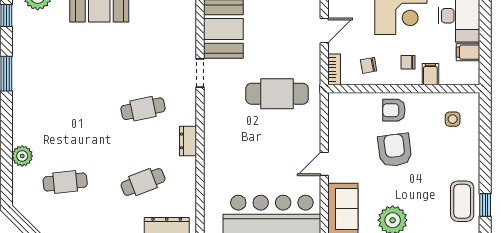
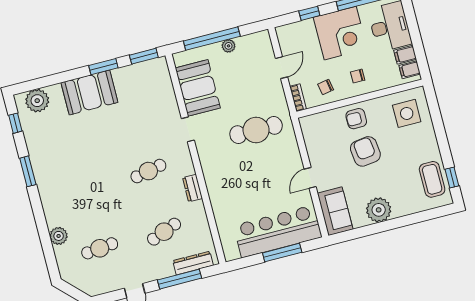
filing cabinet: (430, 74) -> (410, 70), moved, turned -90
side table: (453, 119) -> (407, 113), width x1.87, depth x1.87

